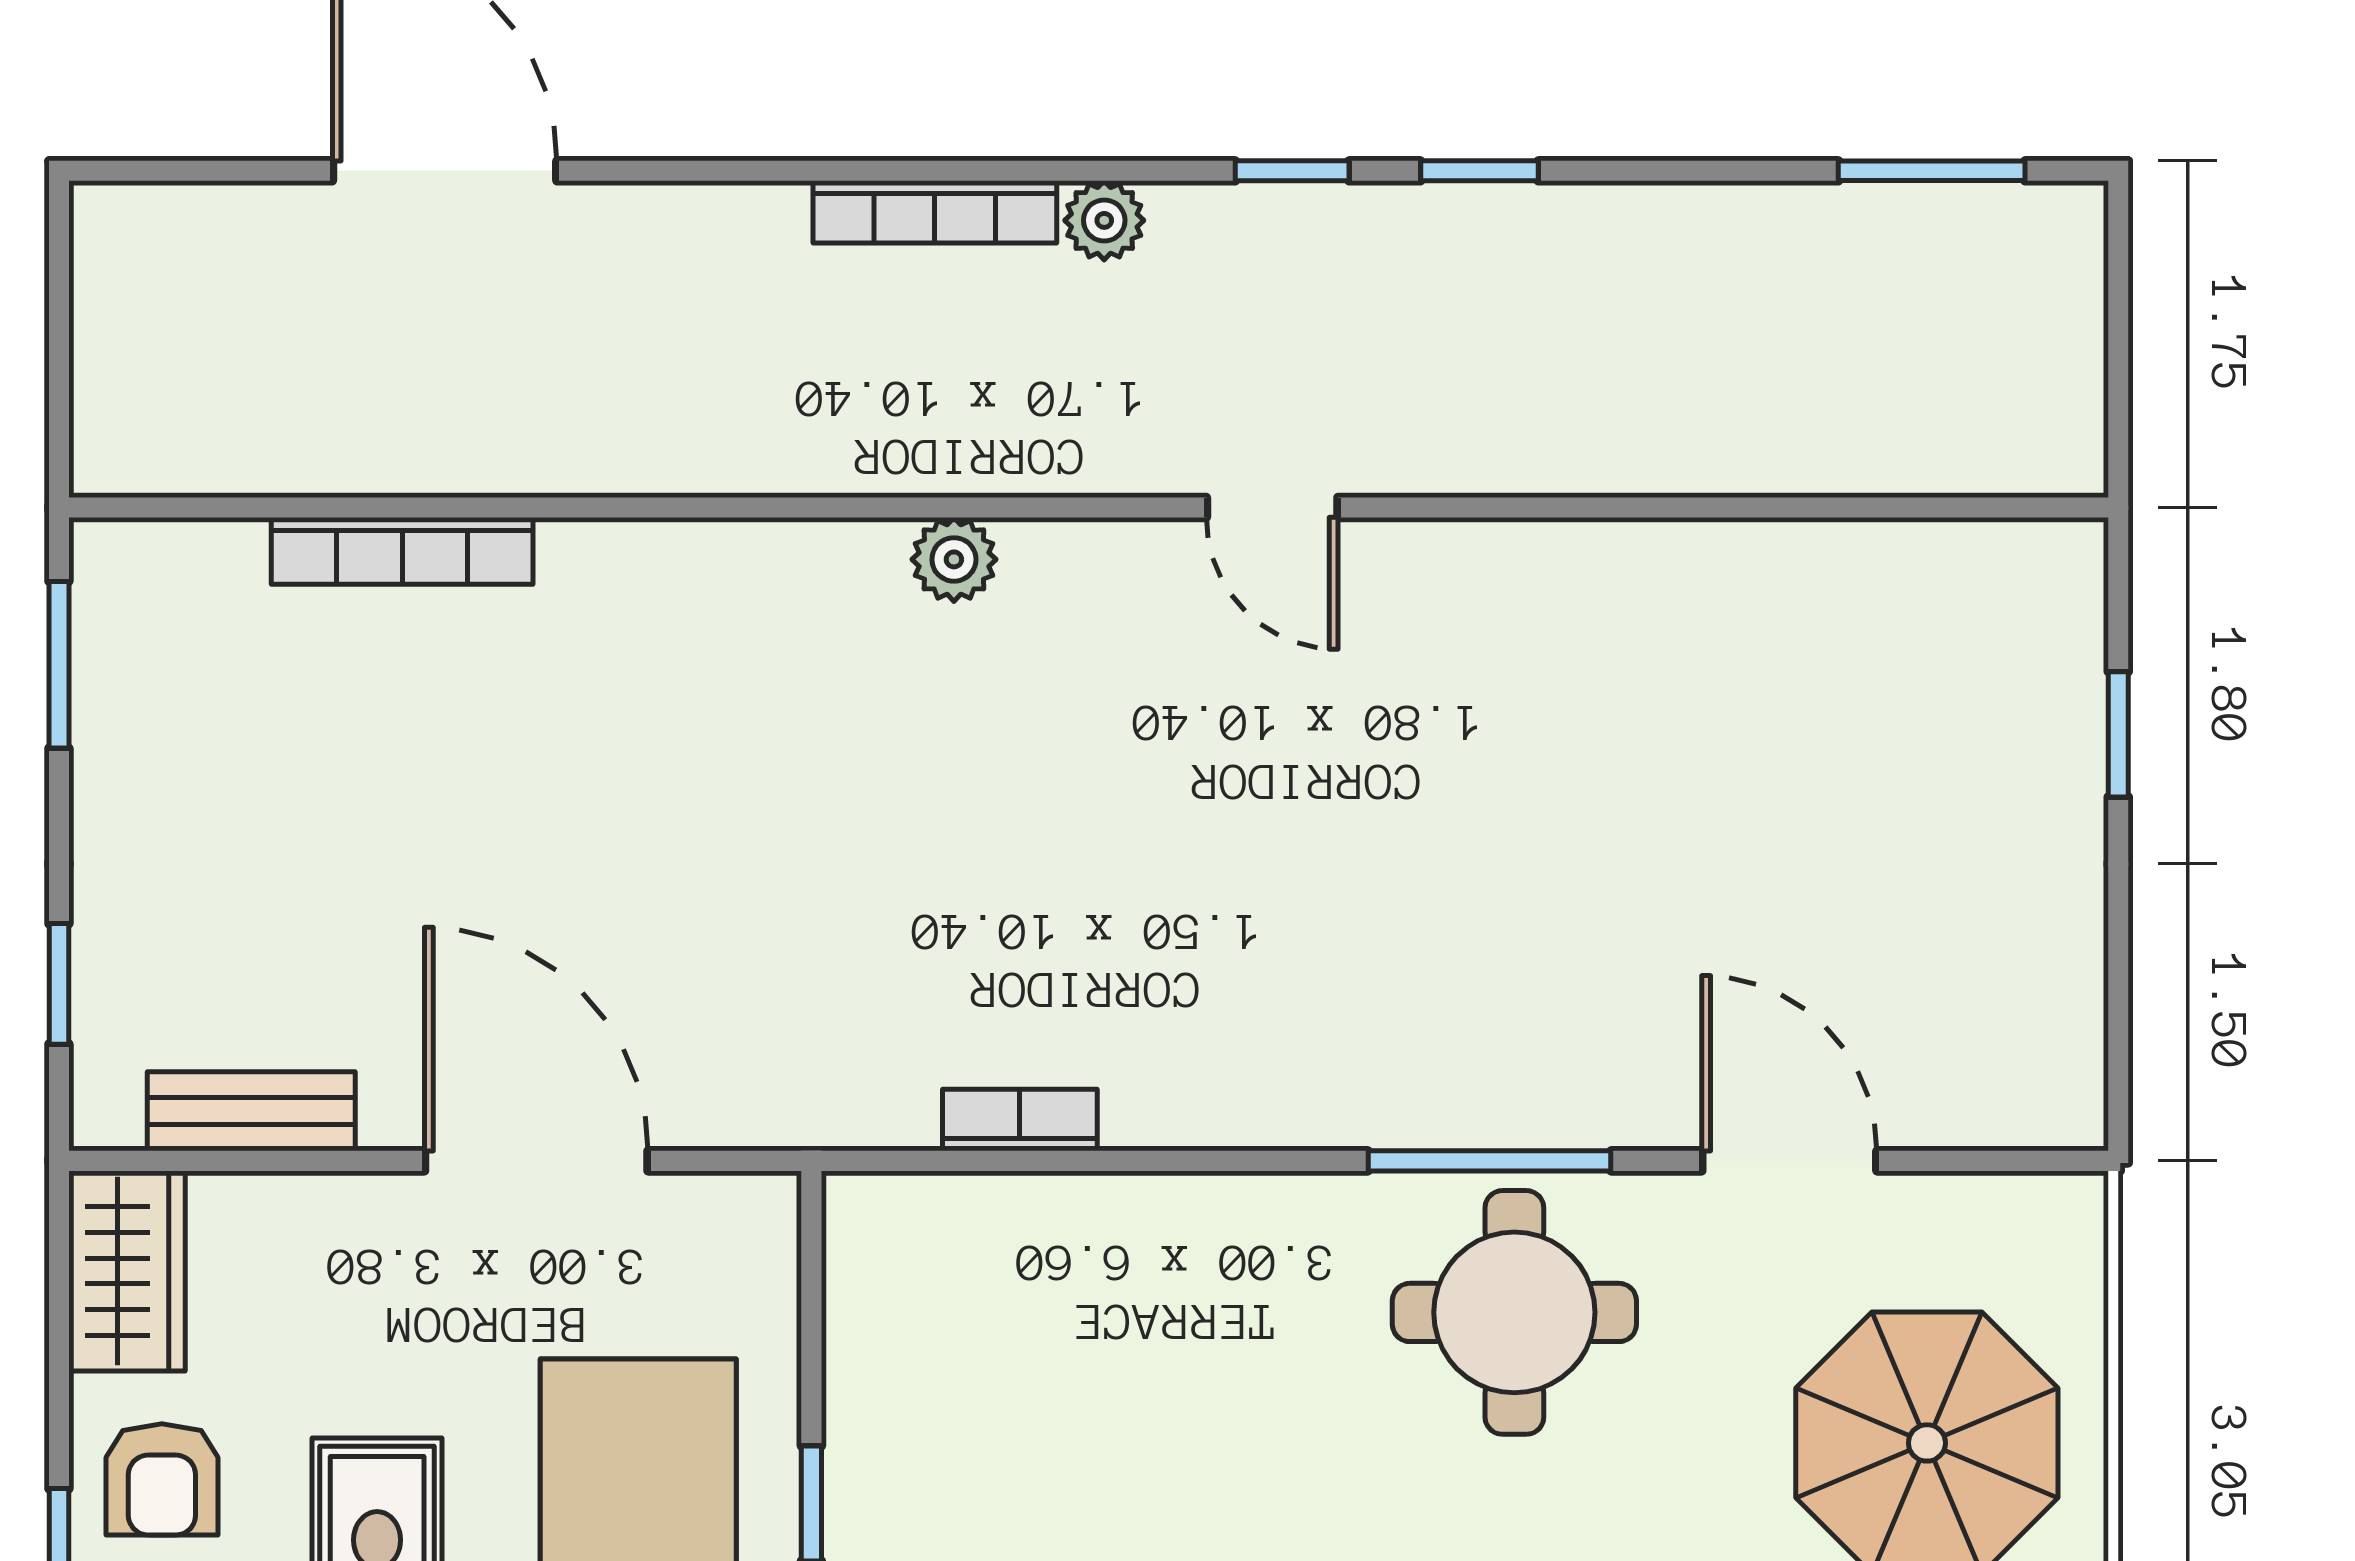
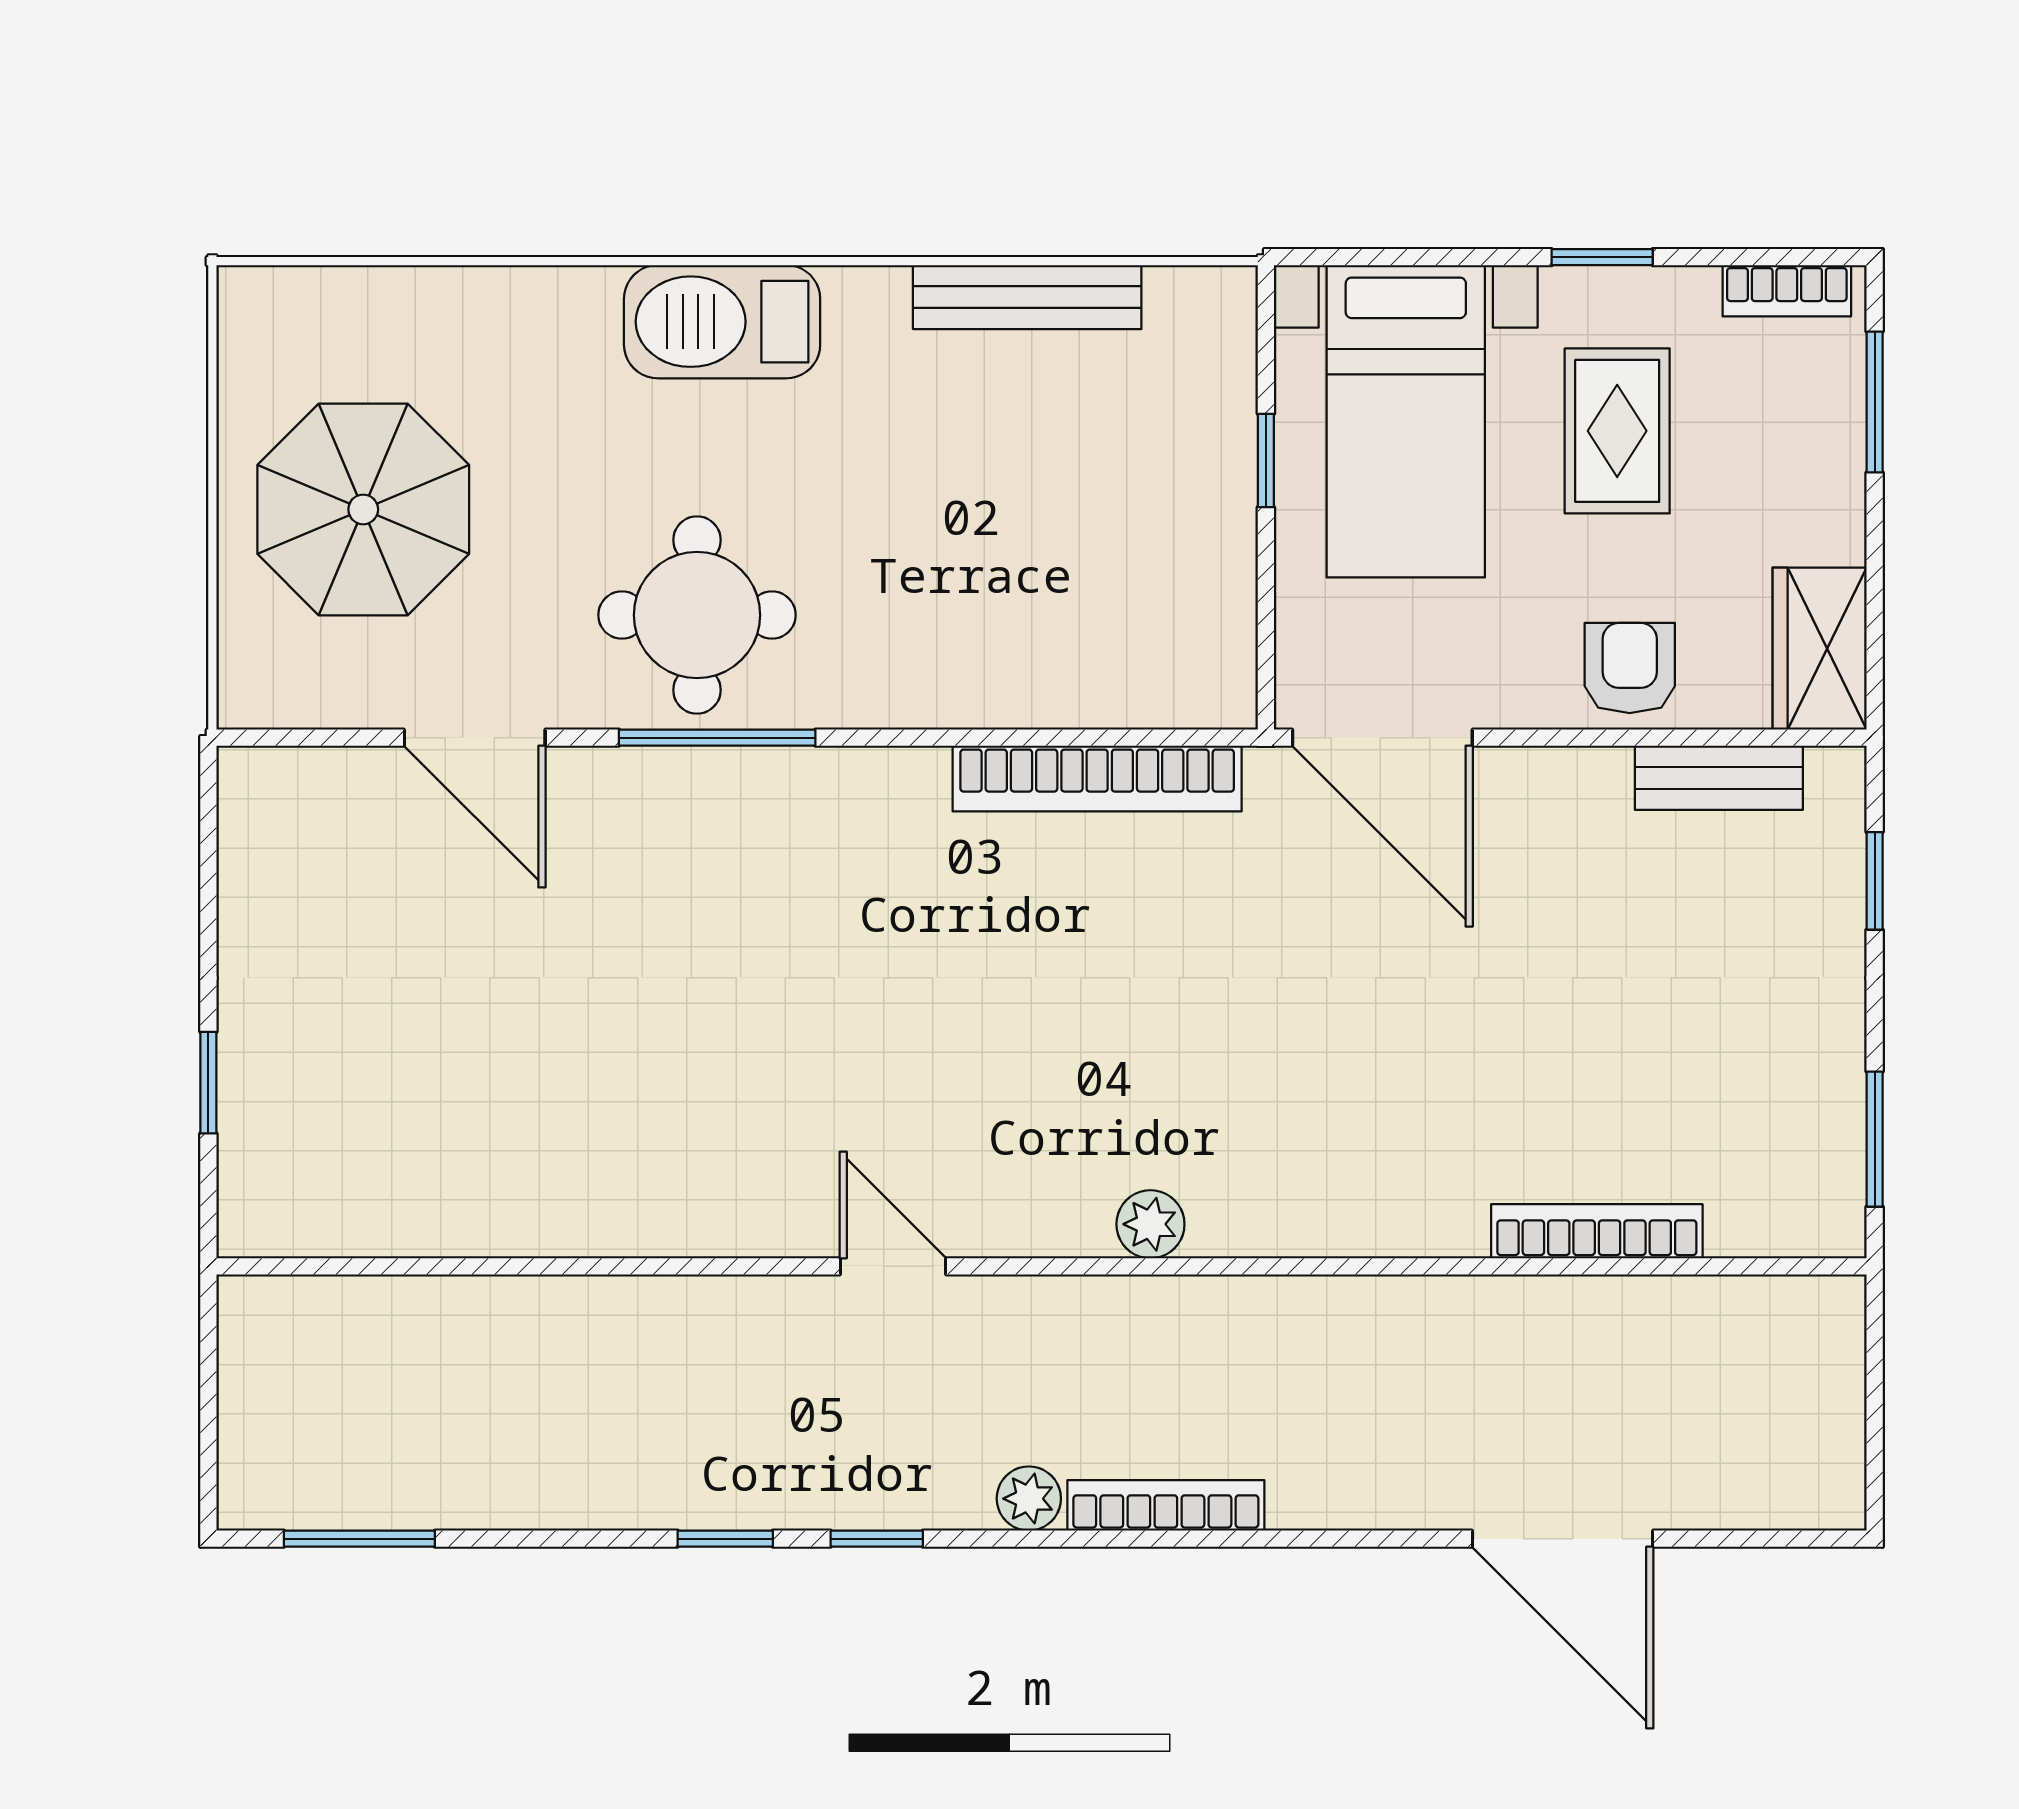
bookcase: (1020, 1120) -> (1097, 778), width x2.31, depth x1.31
door: (536, 1161) -> (1382, 738), moved
armchair: (162, 1479) -> (1630, 668), moved

